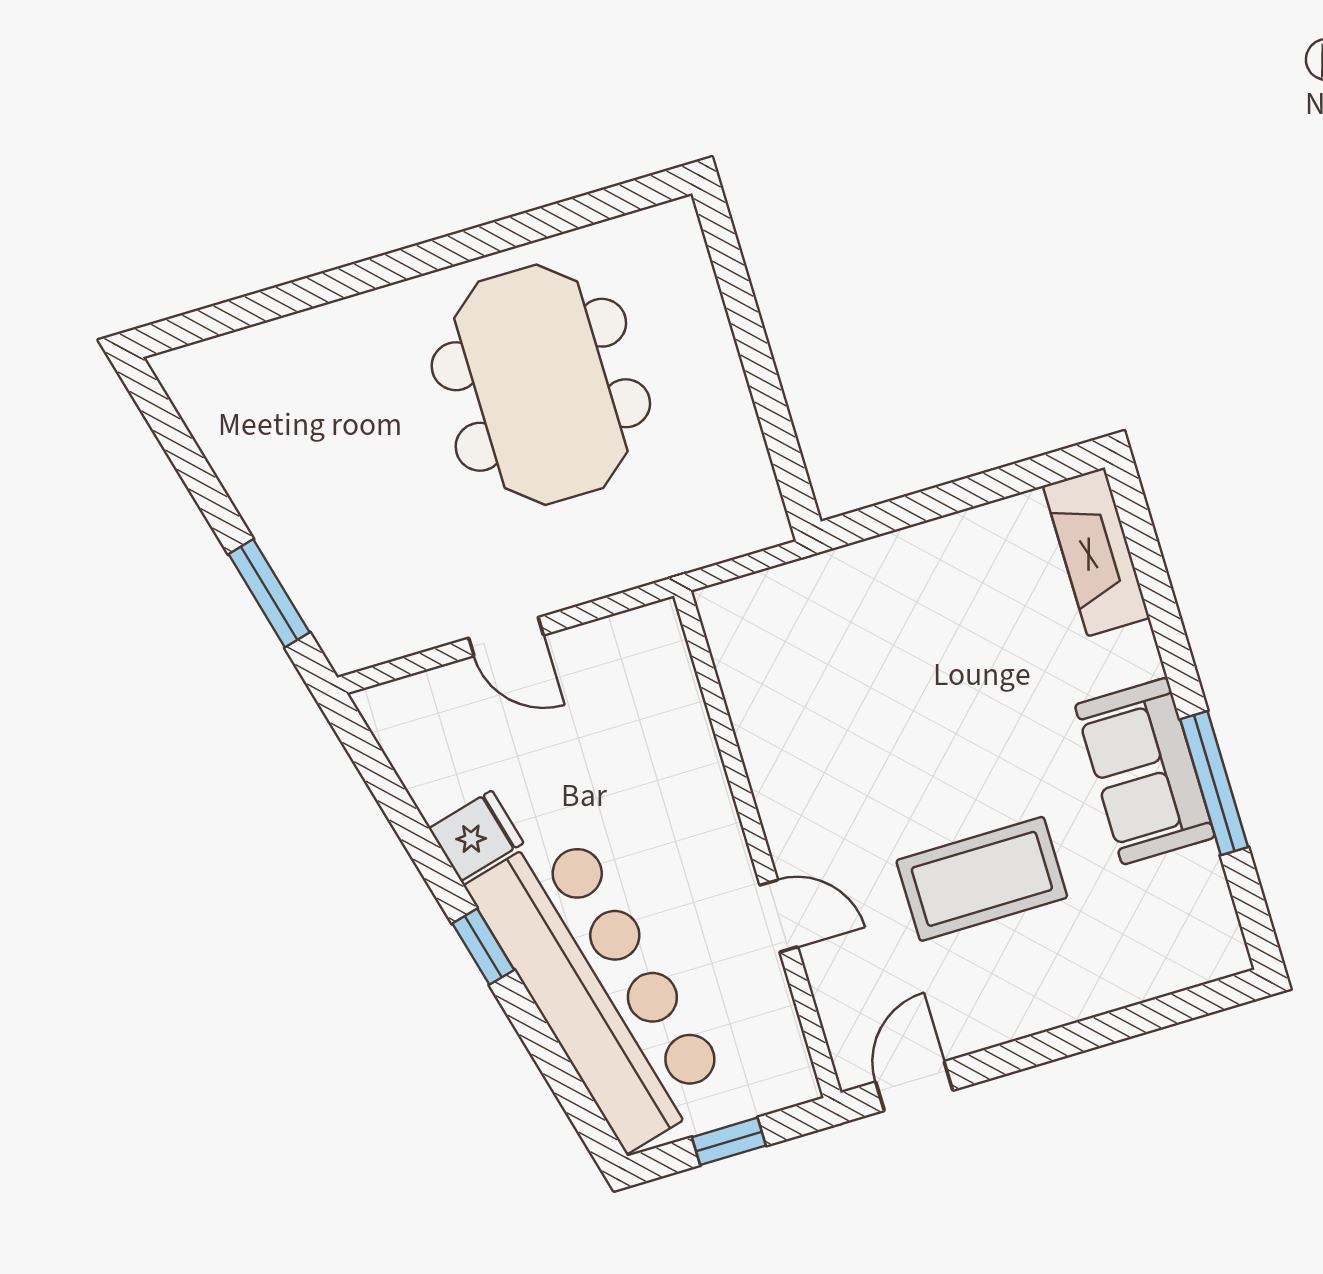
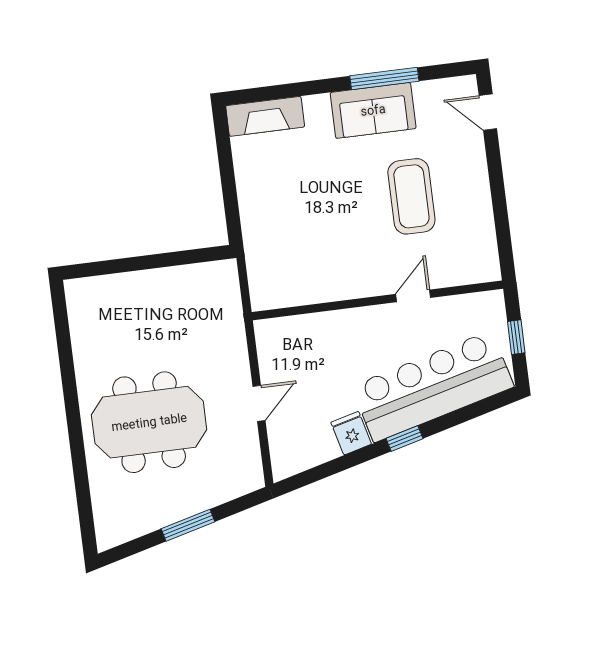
meeting table: (541, 385) -> (149, 422), moved
window: (269, 593) -> (188, 525), moved
door: (914, 1086) -> (488, 112), moved

